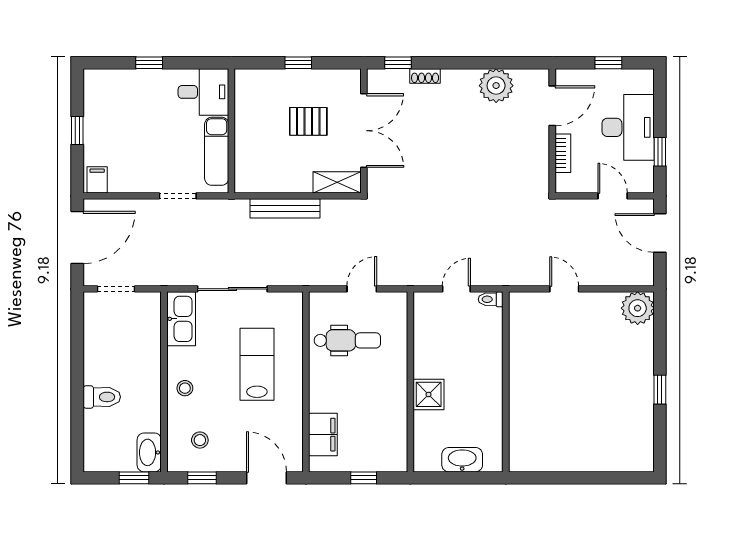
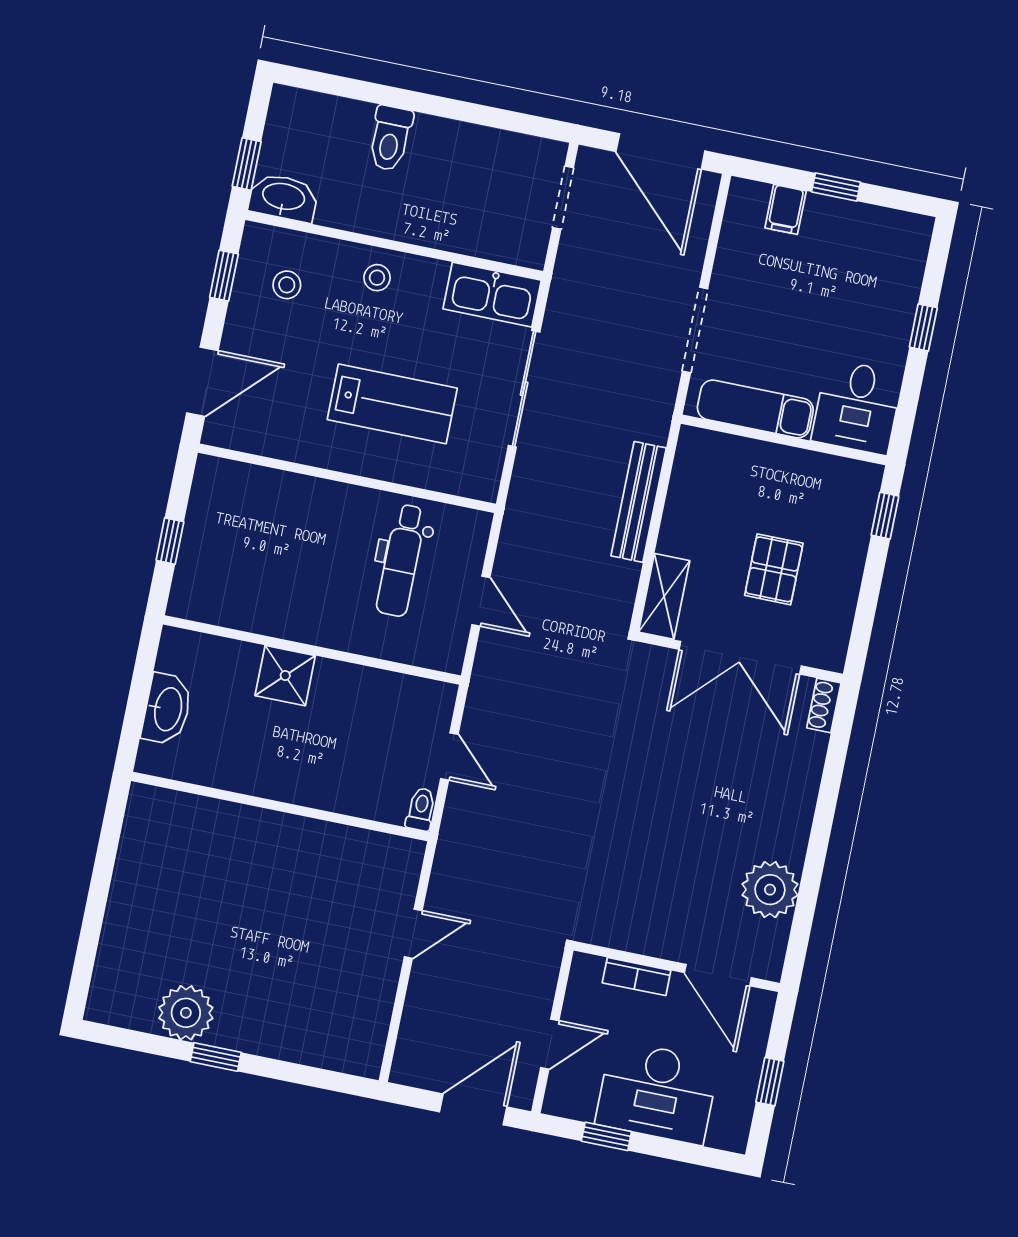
window: (298, 63) -> (885, 516), moved
window: (398, 63) -> (840, 736), removed
shoe rack: (425, 76) -> (824, 705), moved
filing cabinet: (97, 180) -> (786, 209), moved, turned 90
doorway: (178, 196) -> (695, 330), width x1.38
plant: (638, 308) -> (186, 1013), moved
filing cabinet: (323, 435) -> (255, 489), removed

